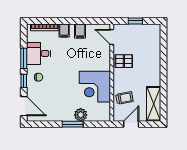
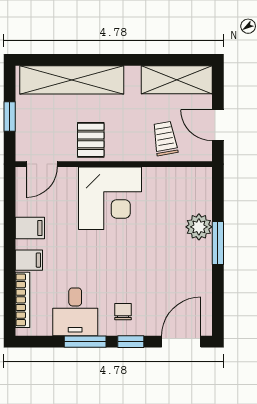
shelving: (154, 52) -> (72, 80), added
corner desk: (95, 87) -> (110, 198), moved

